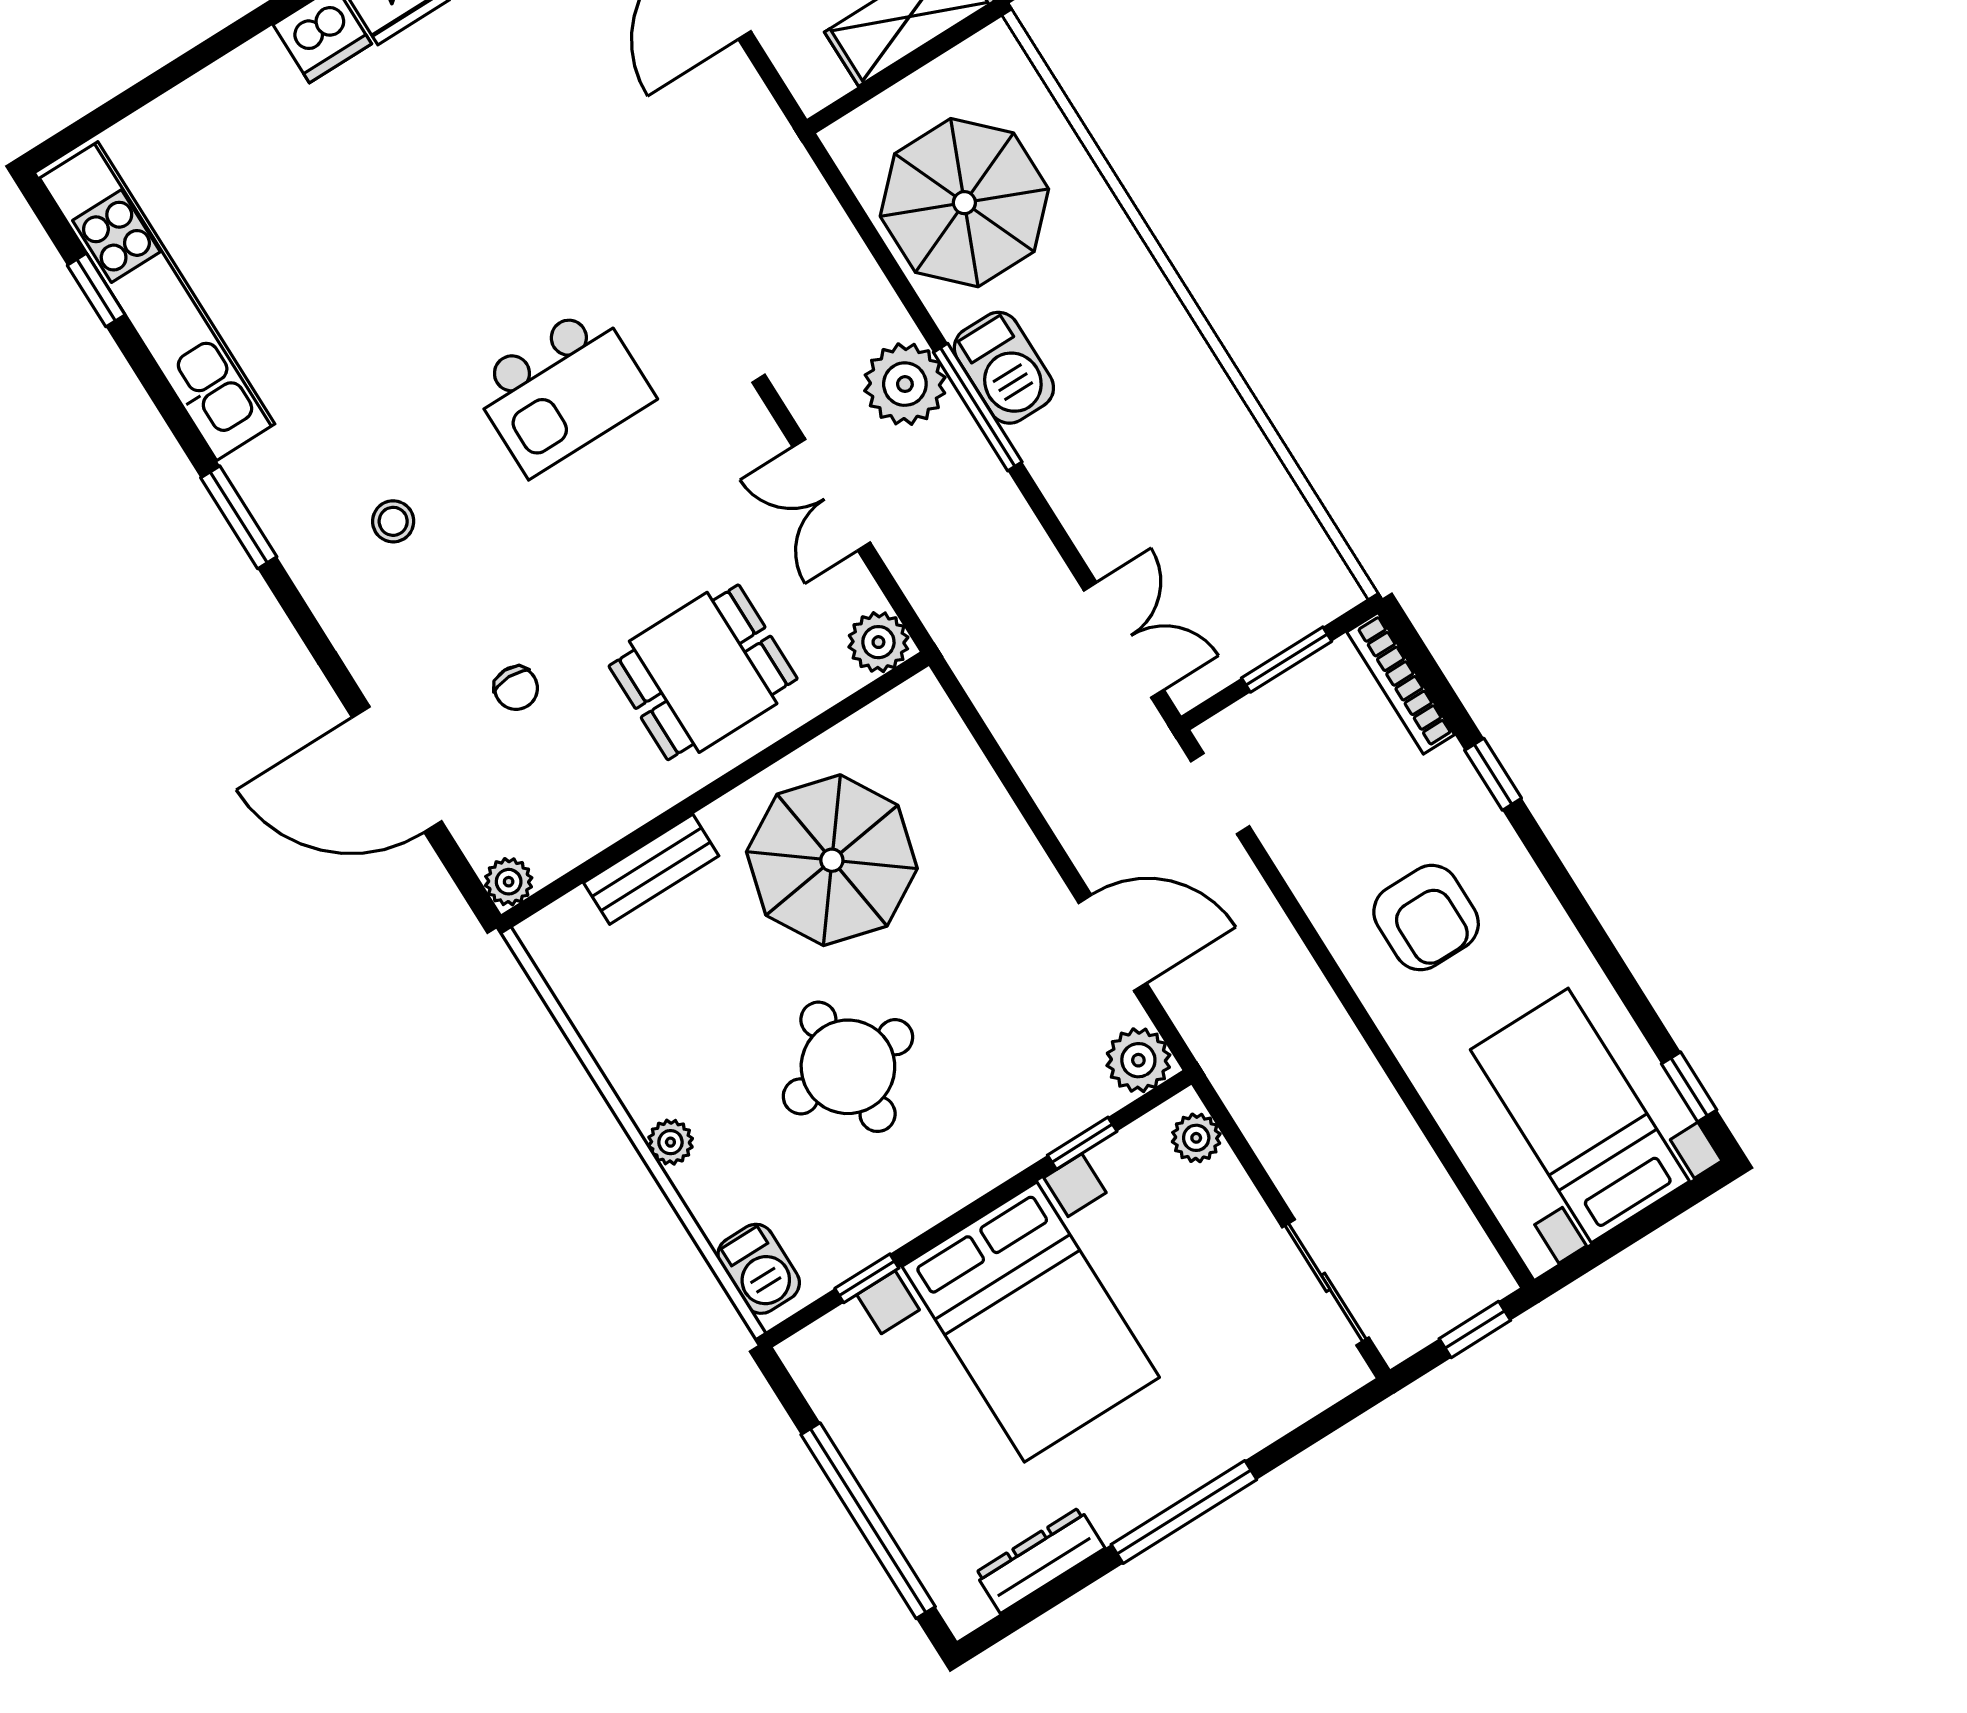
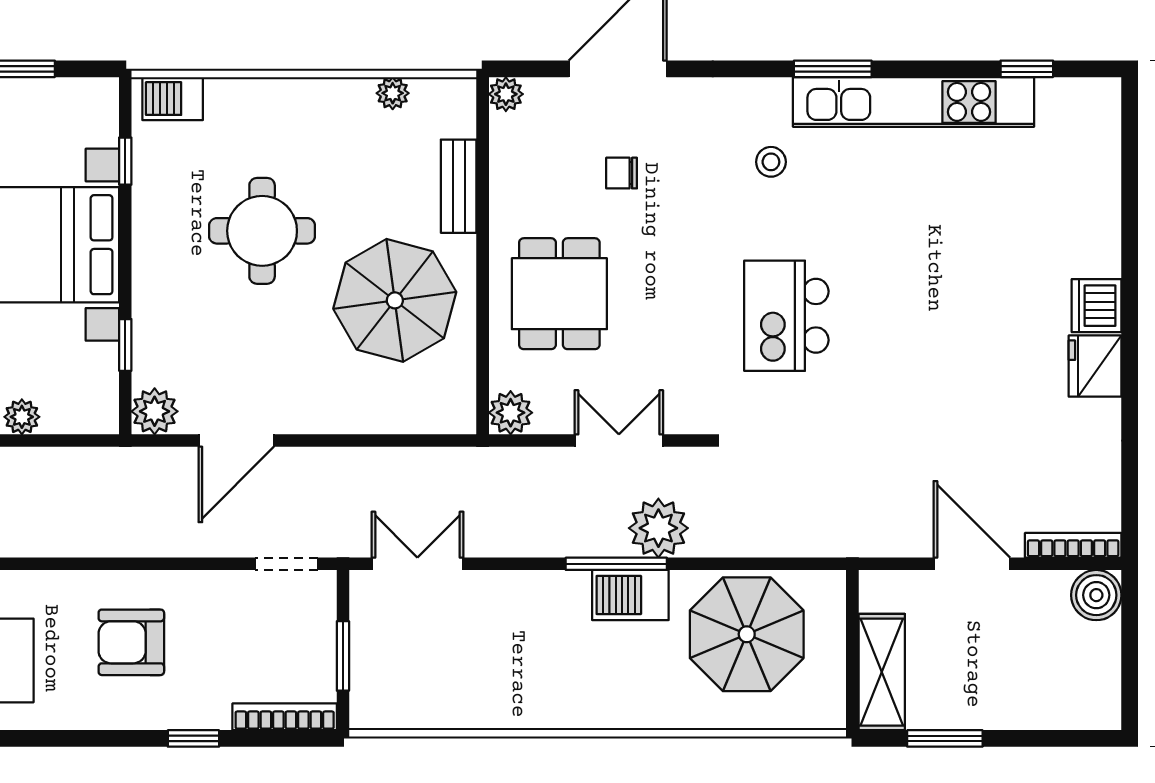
kitchen unit: (157, 301) -> (914, 102), moved
double door: (1124, 640) -> (417, 564), swing flipped
plant: (1196, 1138) -> (22, 417), moved
plant: (670, 1142) -> (393, 93), moved

